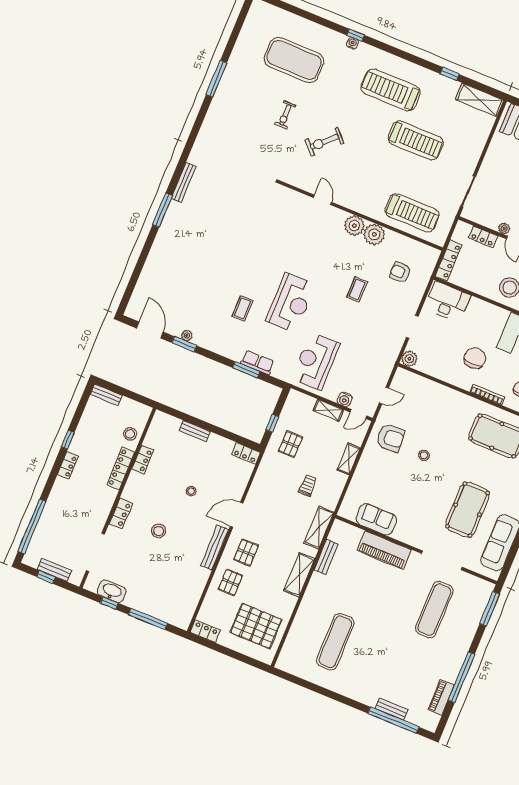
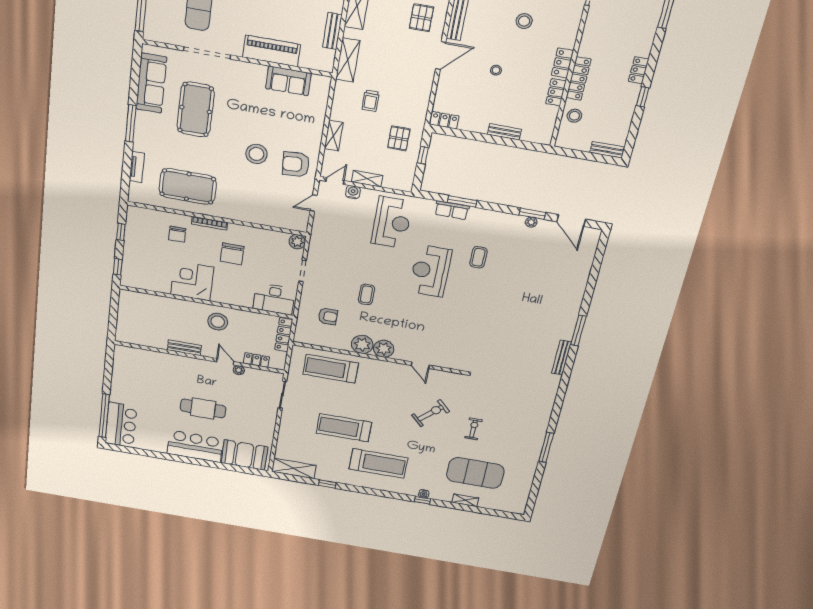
shelving: (311, 27) -> (465, 500), added
stool: (424, 455) -> (256, 154), width x1.89, depth x1.89
locker: (121, 513) -> (562, 63), moved

